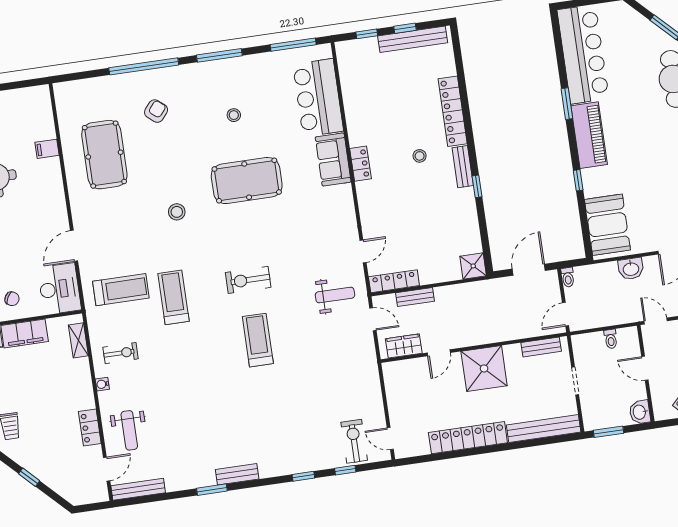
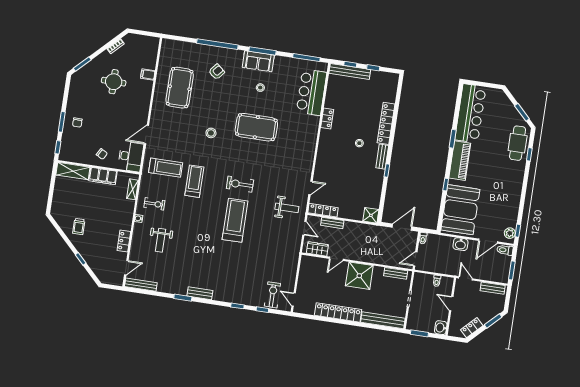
bench: (413, 39) -> (350, 71), moved
sofa: (333, 159) -> (258, 61), moved, turned -90
locker: (361, 164) -> (327, 118), moved
booth: (607, 225) -> (460, 210), width x1.36, depth x1.42
treadmill: (258, 340) -> (235, 220), width x1.37, depth x1.38
weight bench: (129, 430) -> (161, 240), moved

